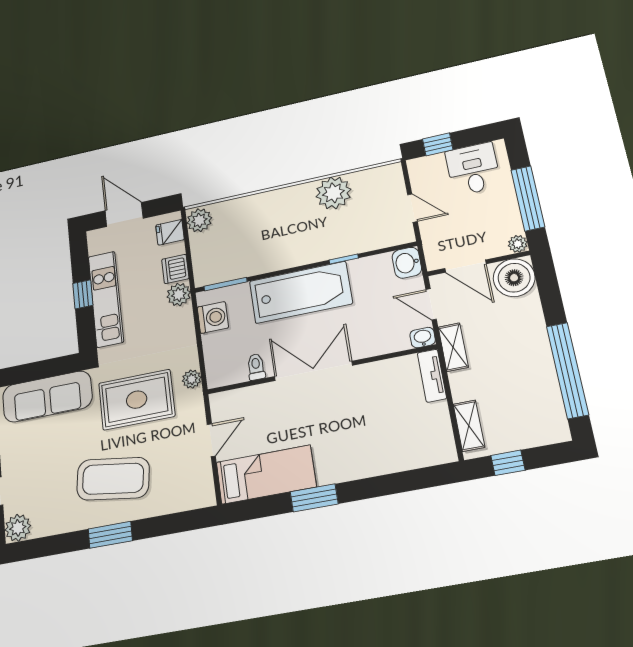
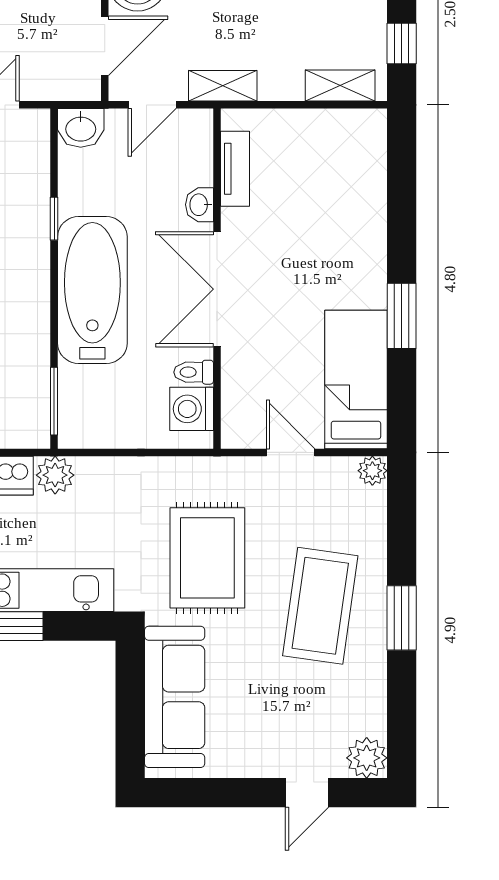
washing machine: (213, 317) -> (192, 409), moved, turned -90
washbasin: (423, 338) -> (199, 205), moved
tv unit: (432, 376) -> (235, 169), moved, turned -90
plant: (192, 379) -> (372, 471), moved

